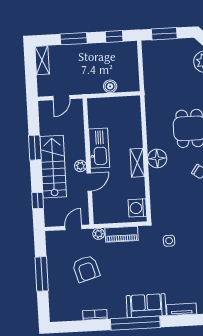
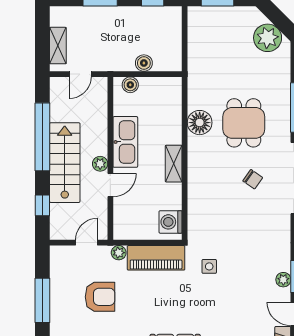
shelving: (42, 60) -> (58, 46), moved
boiler: (100, 104) -> (130, 85), added
window: (35, 148) -> (42, 137), width x2.11
floor lamp: (157, 158) -> (200, 123), moved
piano: (122, 234) -> (156, 258), width x1.37, depth x1.33
armchair: (86, 269) -> (100, 297), turned -74

